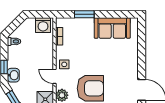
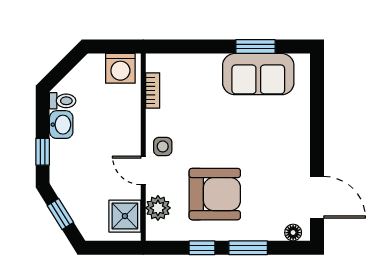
window: (84, 14) -> (256, 47), moved
washbasin: (13, 75) -> (61, 125), moved

